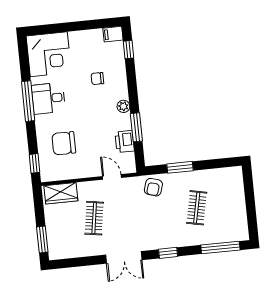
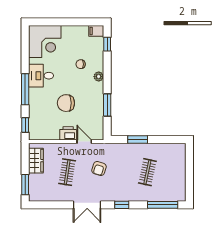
window: (28, 101) -> (25, 89), moved
plant: (123, 106) -> (99, 77), moved
printer: (125, 141) -> (68, 133), moved, turned 90
chair: (64, 143) -> (66, 103), moved
armchair: (153, 187) -> (99, 169), moved
wardrobe: (61, 193) -> (36, 161), moved, turned -90

